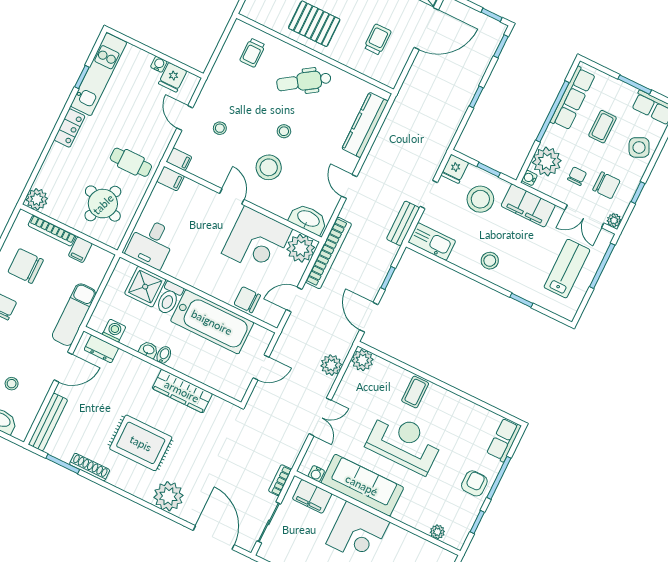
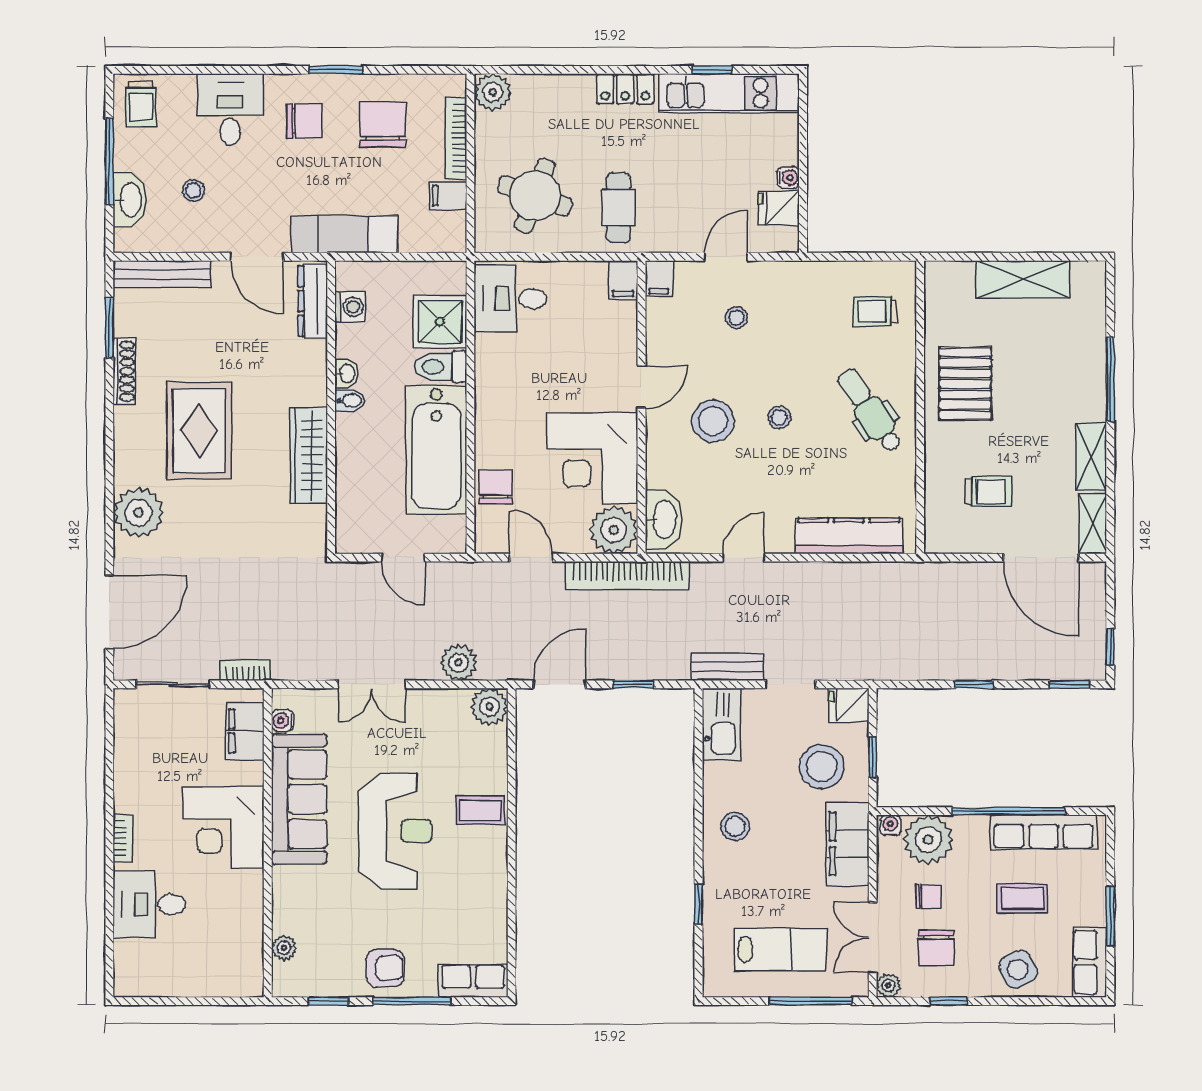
dresser: (101, 349) -> (313, 301), width x1.44

